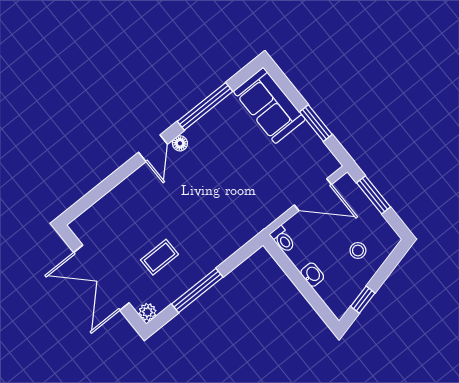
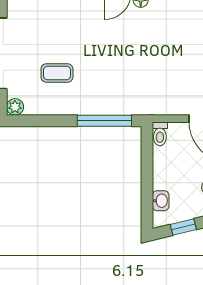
washbasin: (312, 275) -> (161, 201), moved
window: (197, 291) -> (104, 121), moved

